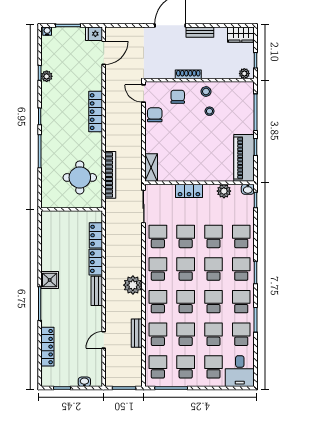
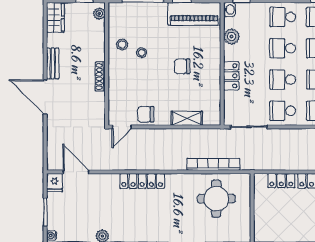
stool: (206, 91) -> (122, 44), moved
chair: (178, 97) -> (182, 66), moved
shelving: (151, 168) -> (187, 118), moved

